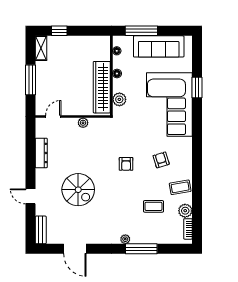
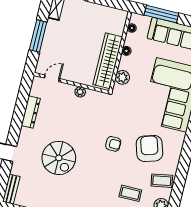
armchair: (161, 160) -> (149, 148), width x1.88, depth x1.88
armchair: (126, 164) -> (113, 144), turned -90

